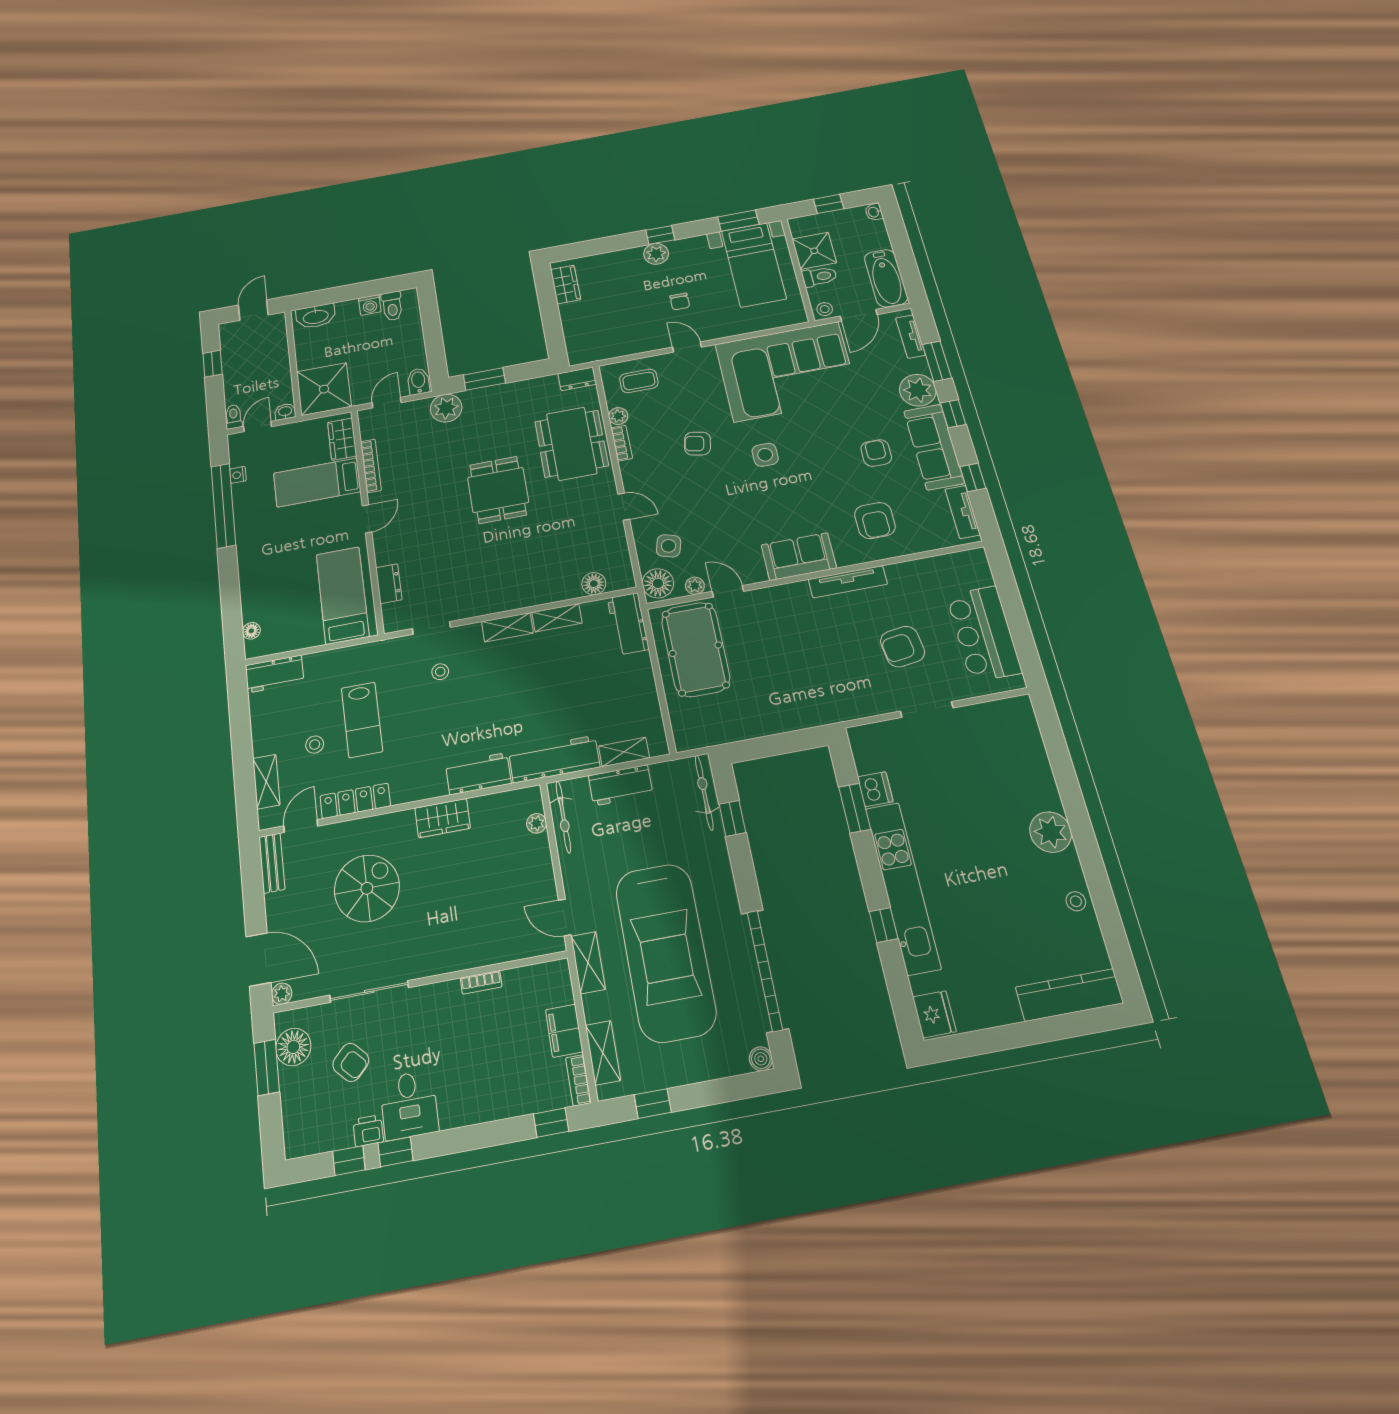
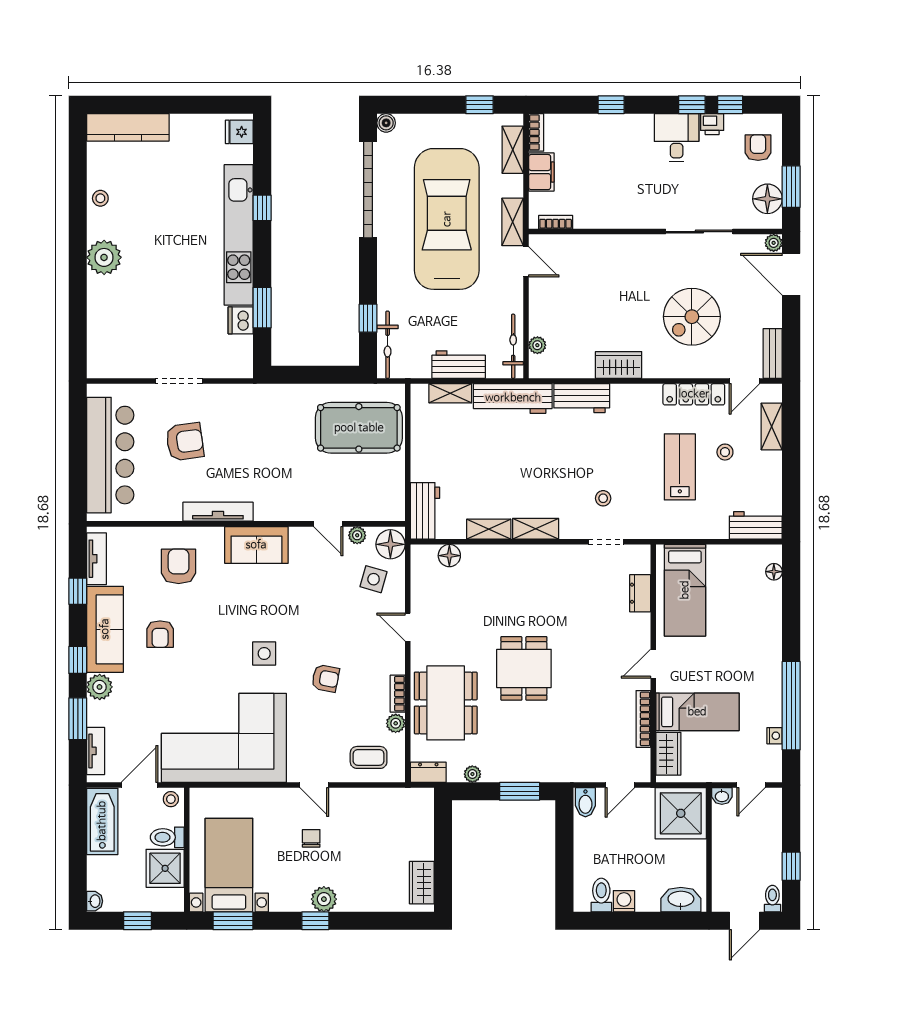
plant: (918, 390) -> (100, 687), width x0.73, depth x0.73
plant: (446, 408) -> (472, 774), moved, width x0.53, depth x0.53
toilet: (234, 417) -> (772, 899), moved, turned 180
bar counter: (984, 634) -> (110, 455), width x1.36
pool table: (696, 649) -> (359, 428), moved, turned 90
bookcase: (481, 982) -> (556, 222), moved
fridge: (934, 1014) -> (239, 132), width x0.72
armchair: (351, 1062) -> (758, 148), moved, turned 45
window: (551, 1123) -> (611, 105), moved

